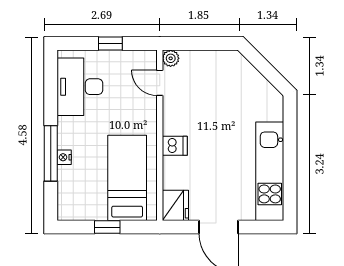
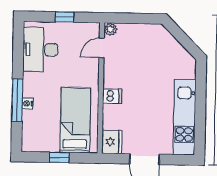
door: (160, 83) -> (102, 48), hinge flipped

